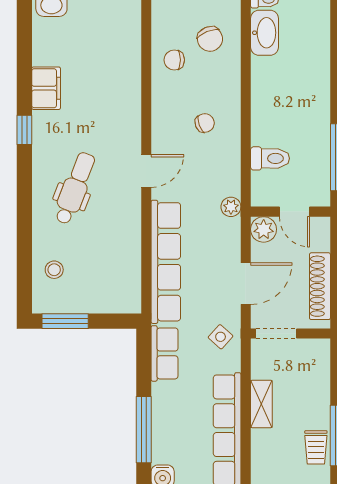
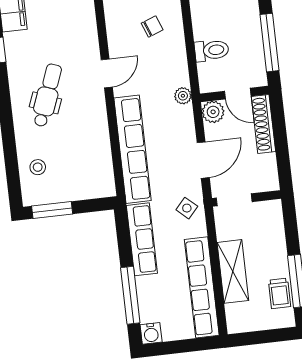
shoe rack: (320, 286) -> (263, 124), moved
row of seats: (165, 353) -> (142, 239), width x1.48
shelving: (261, 404) -> (233, 271), width x1.50, depth x1.33

